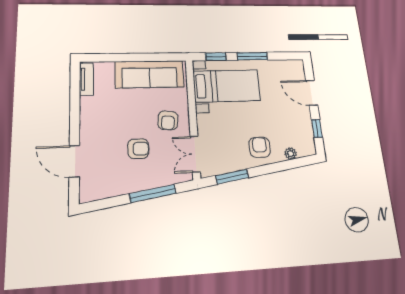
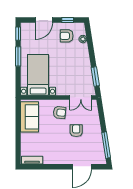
window: (216, 57) -> (18, 34), moved
sofa: (149, 74) -> (30, 117), width x0.73
armchair: (260, 147) -> (67, 36), moved
window: (153, 193) -> (106, 145), moved

